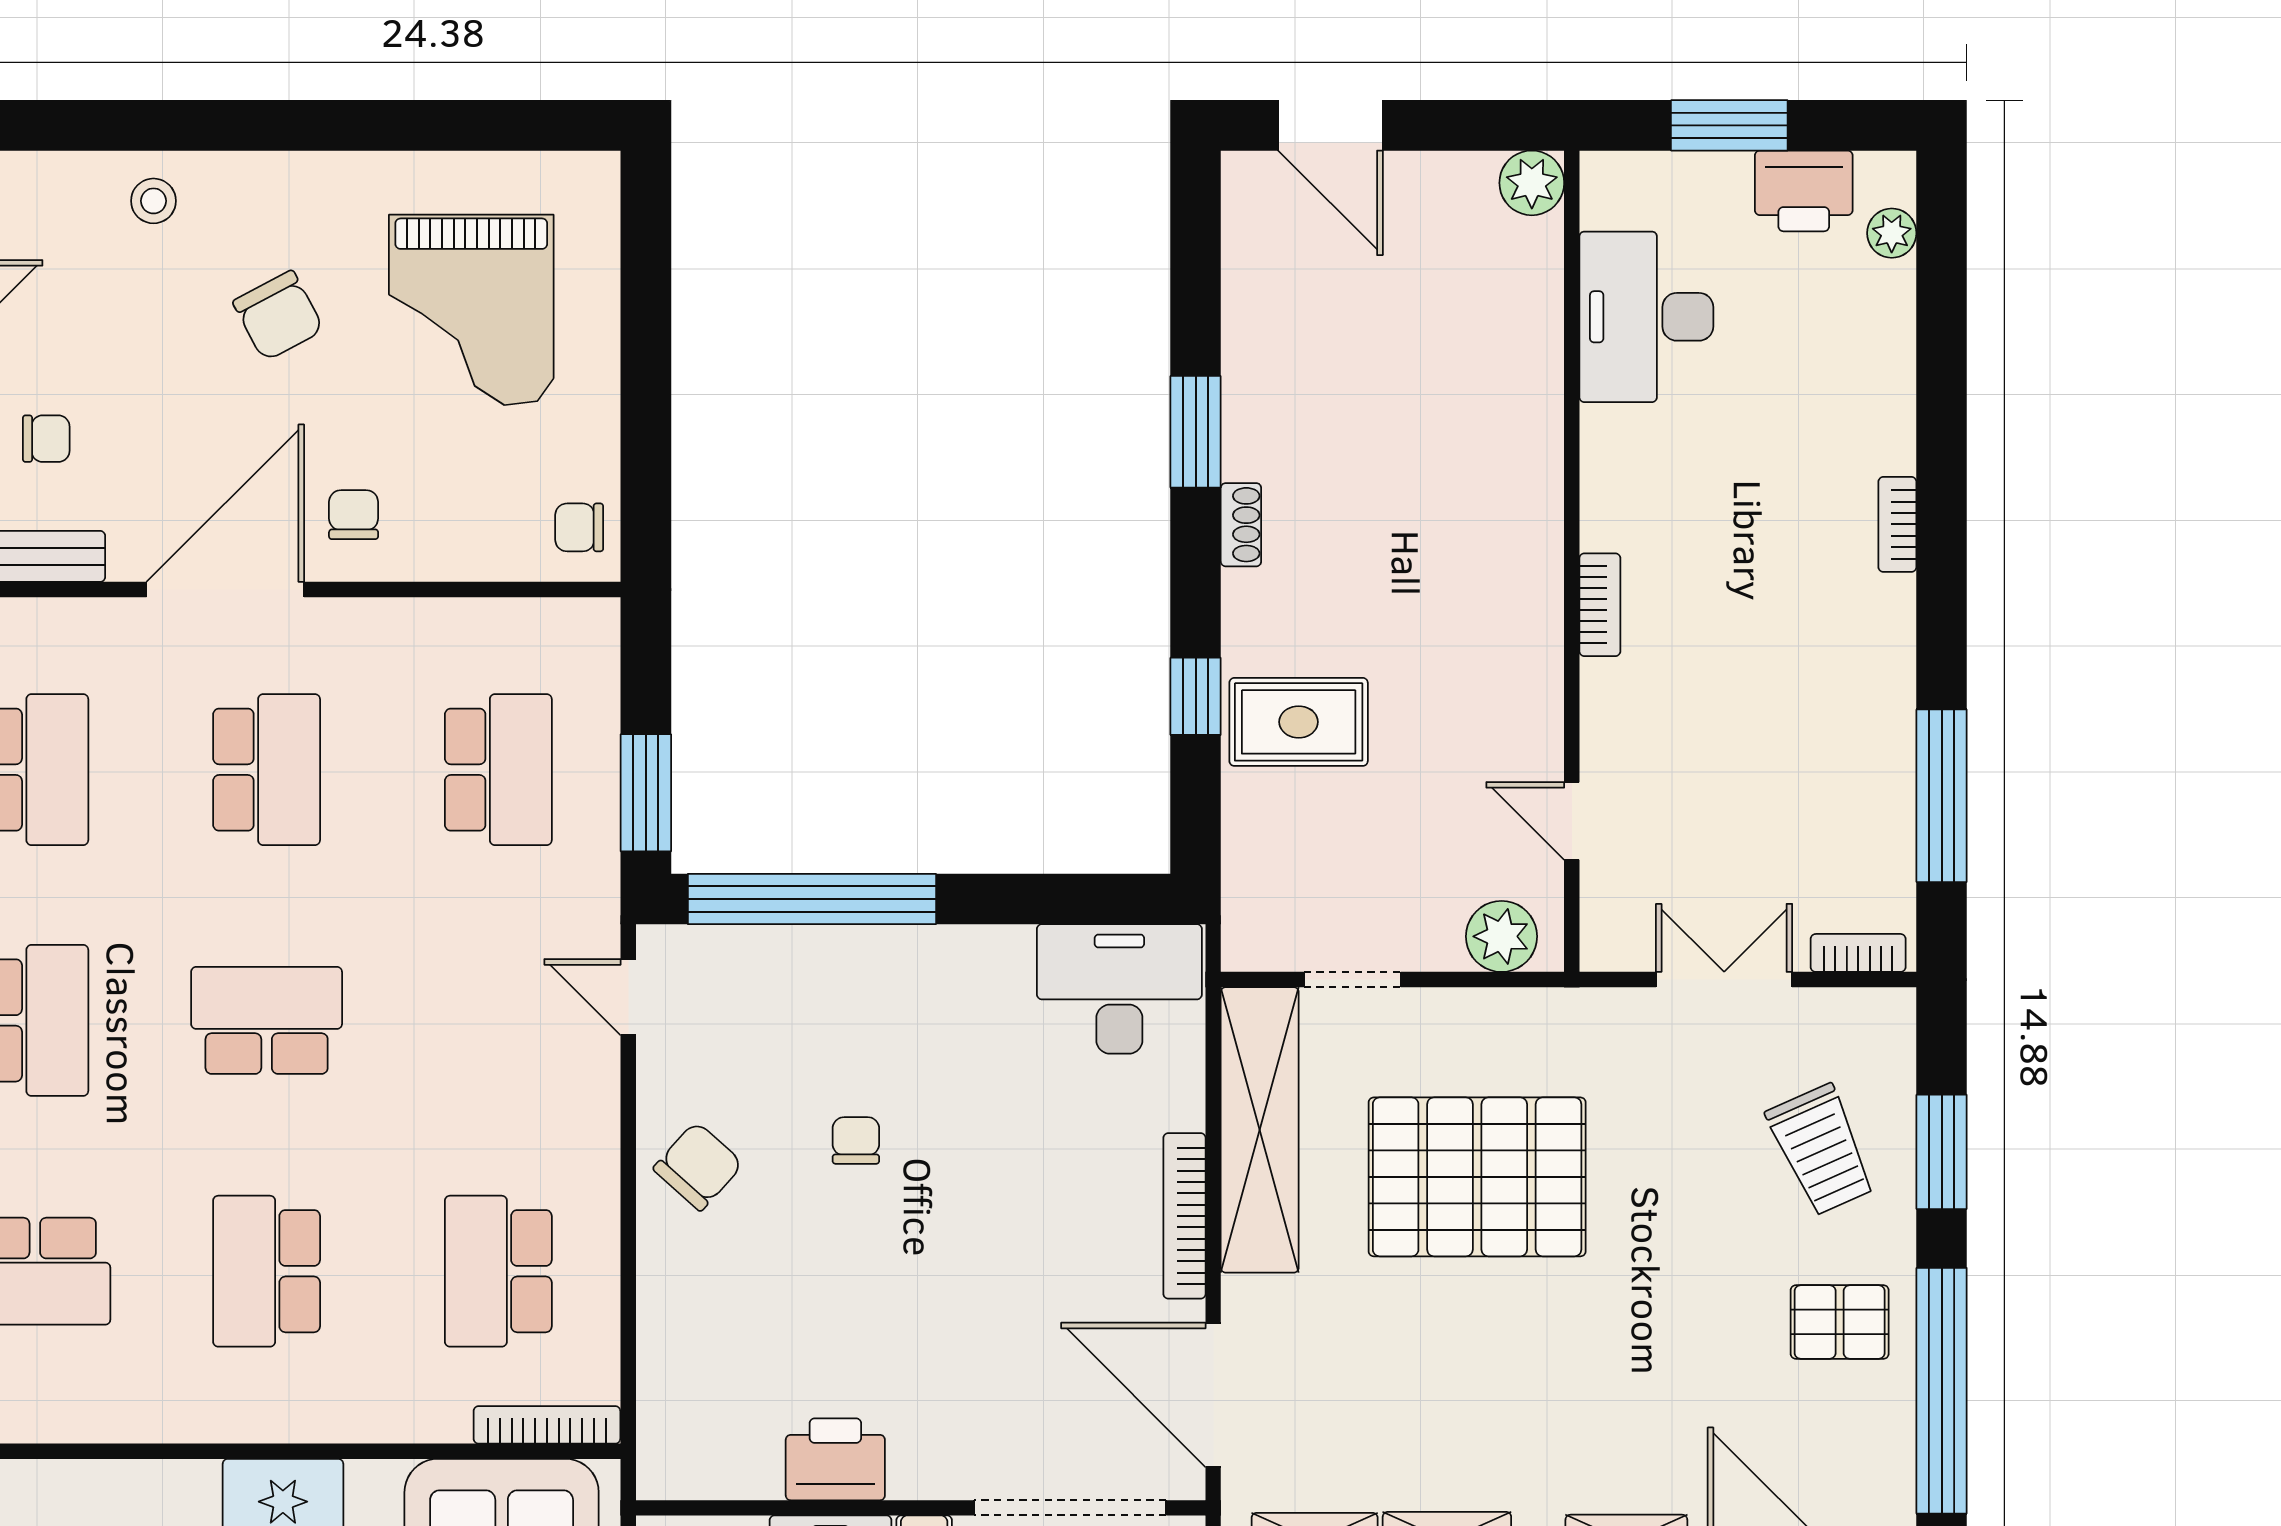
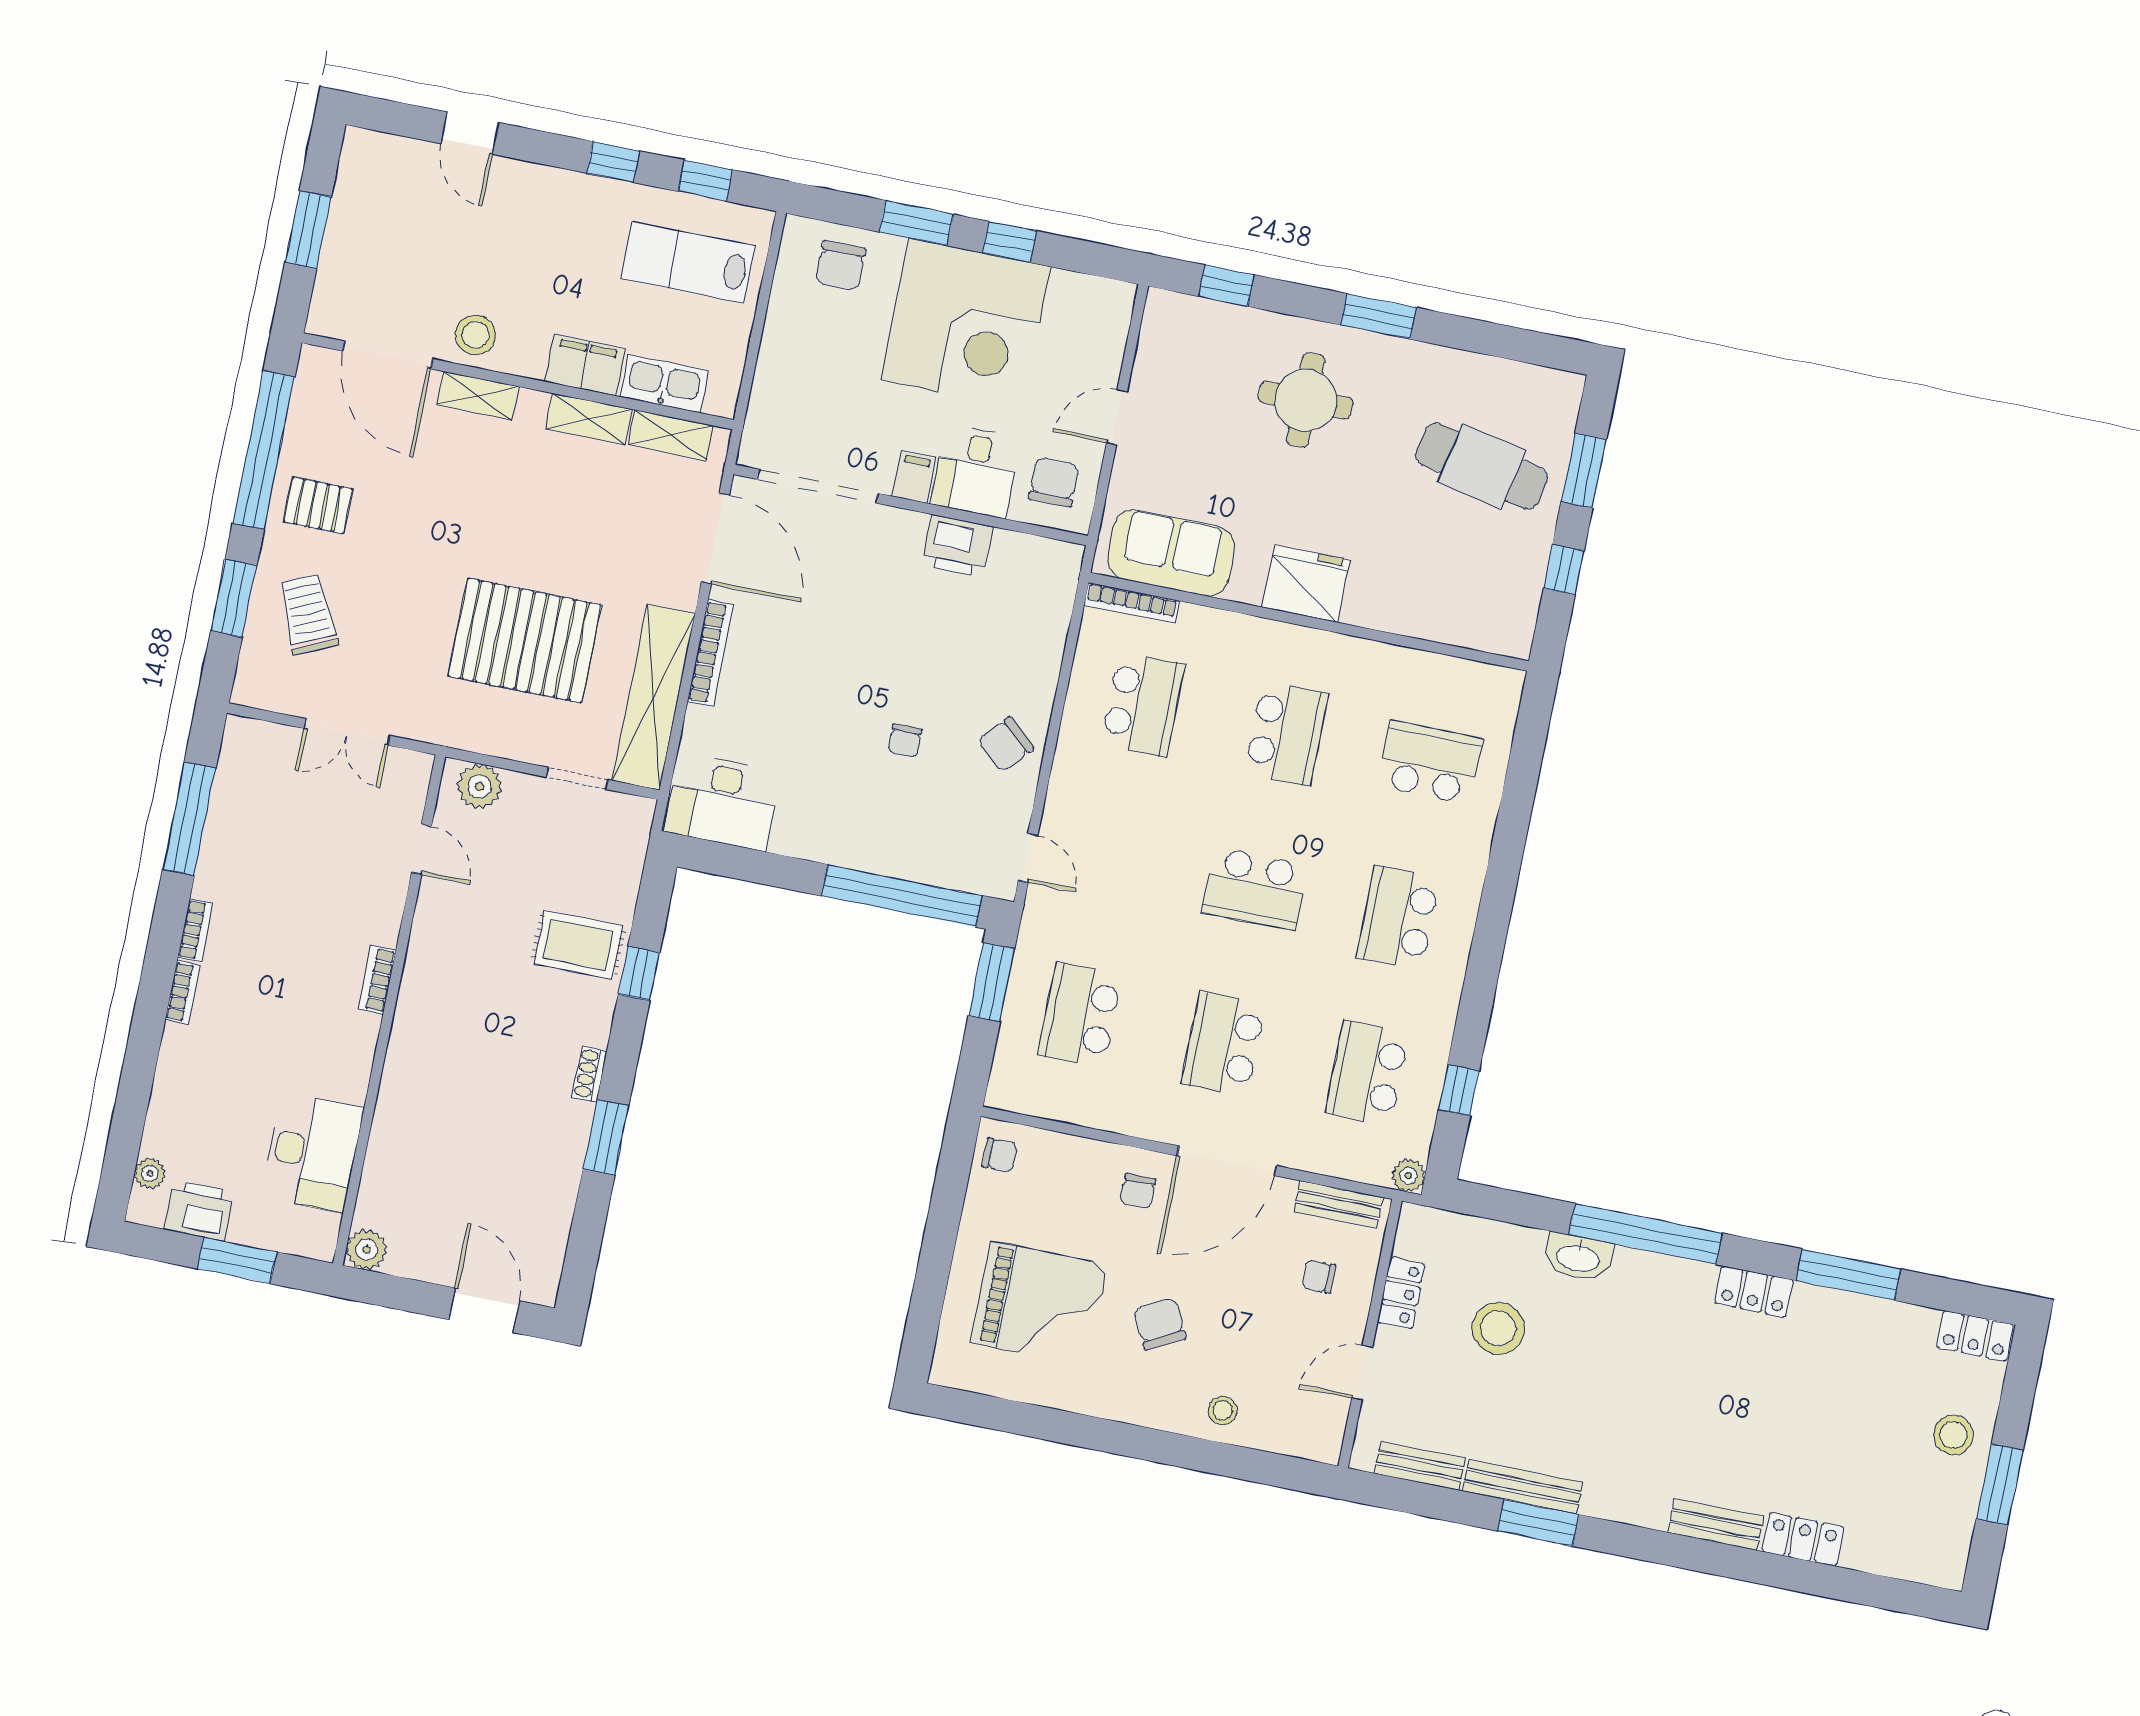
grand piano: (471, 310) -> (1039, 1303), turned 90
bookcase: (1858, 953) -> (195, 930), moved, turned -90

